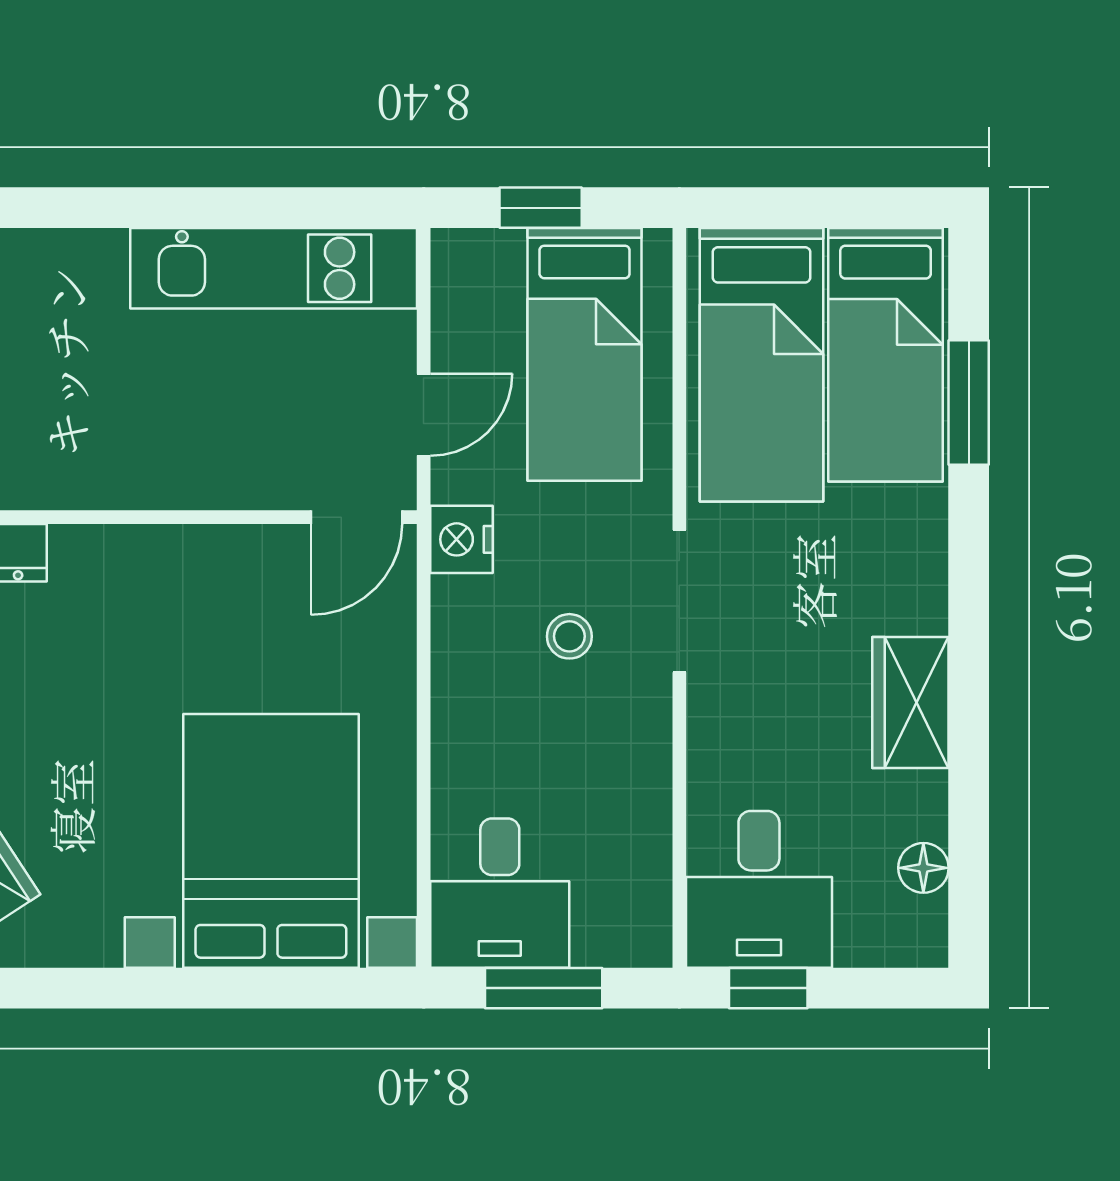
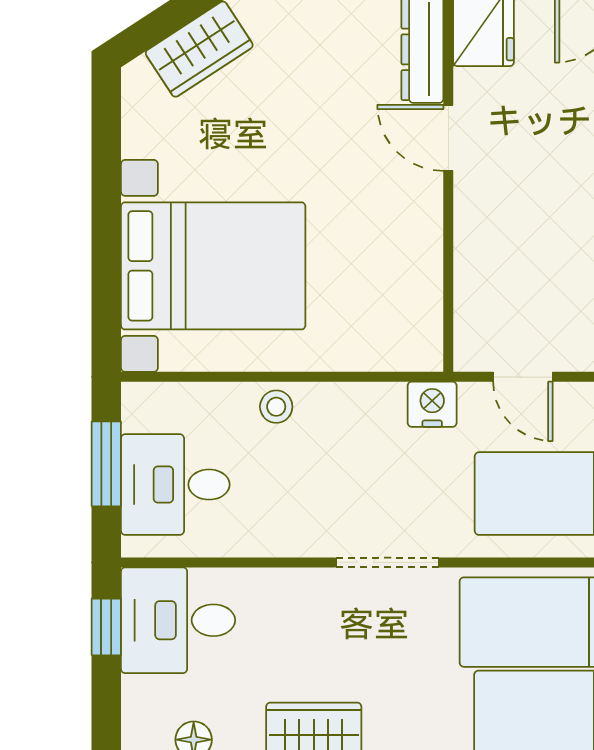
door: (357, 517) -> (448, 138), moved
stool: (569, 636) -> (276, 407), moved
desk: (500, 893) -> (175, 485), moved

